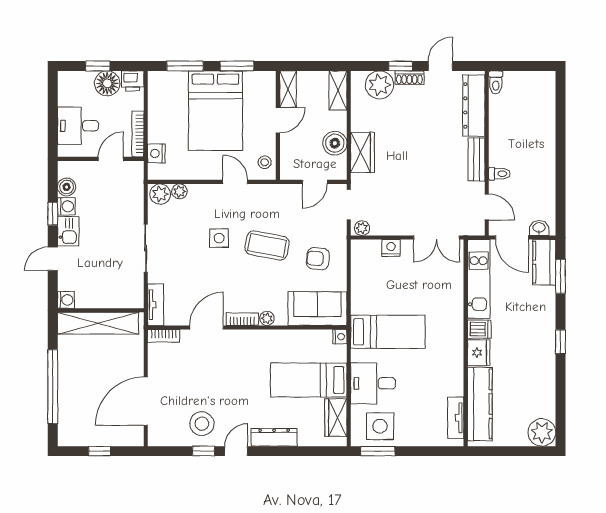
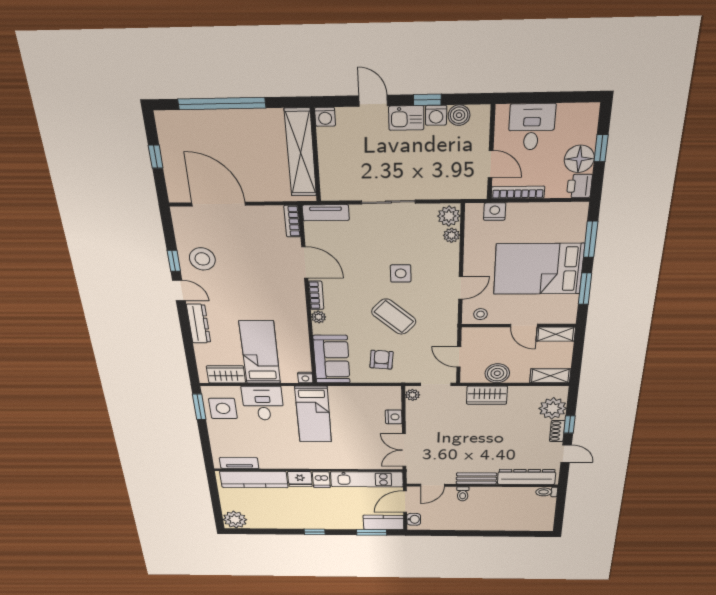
coffee table: (267, 245) -> (394, 317), turned -59

